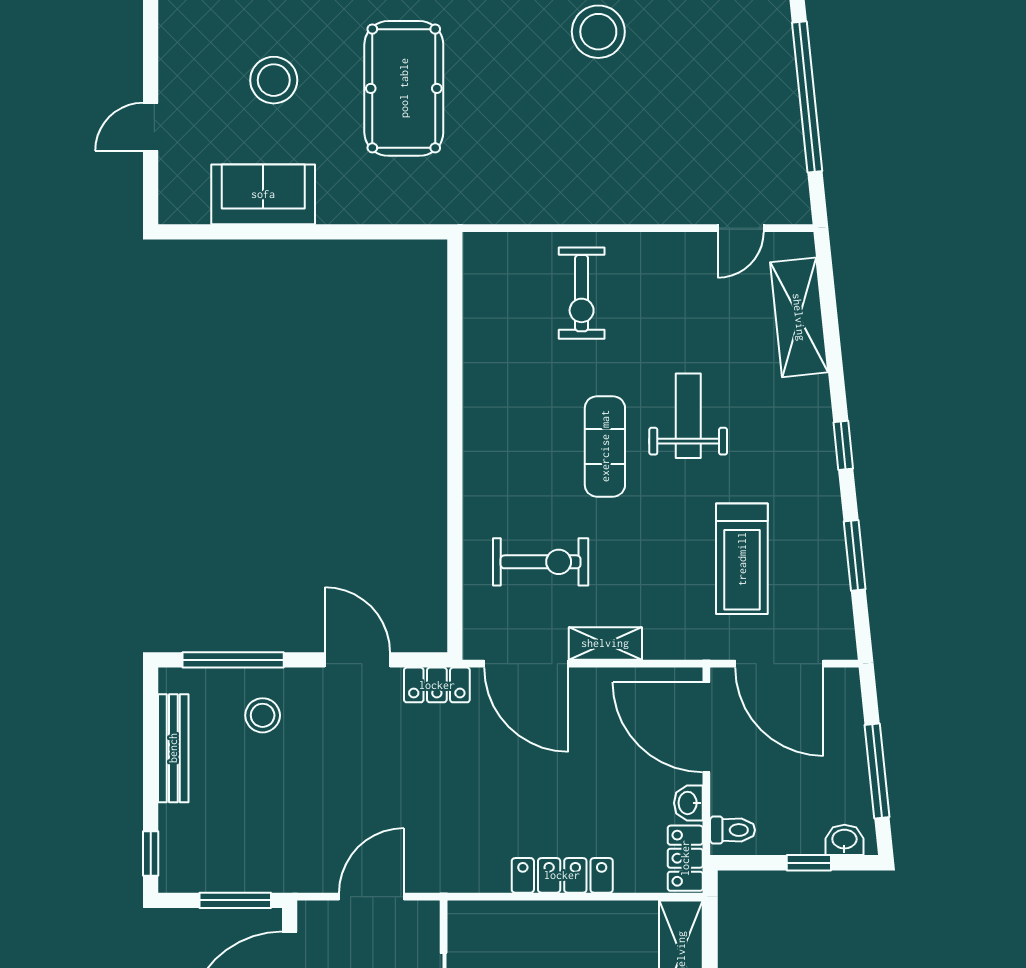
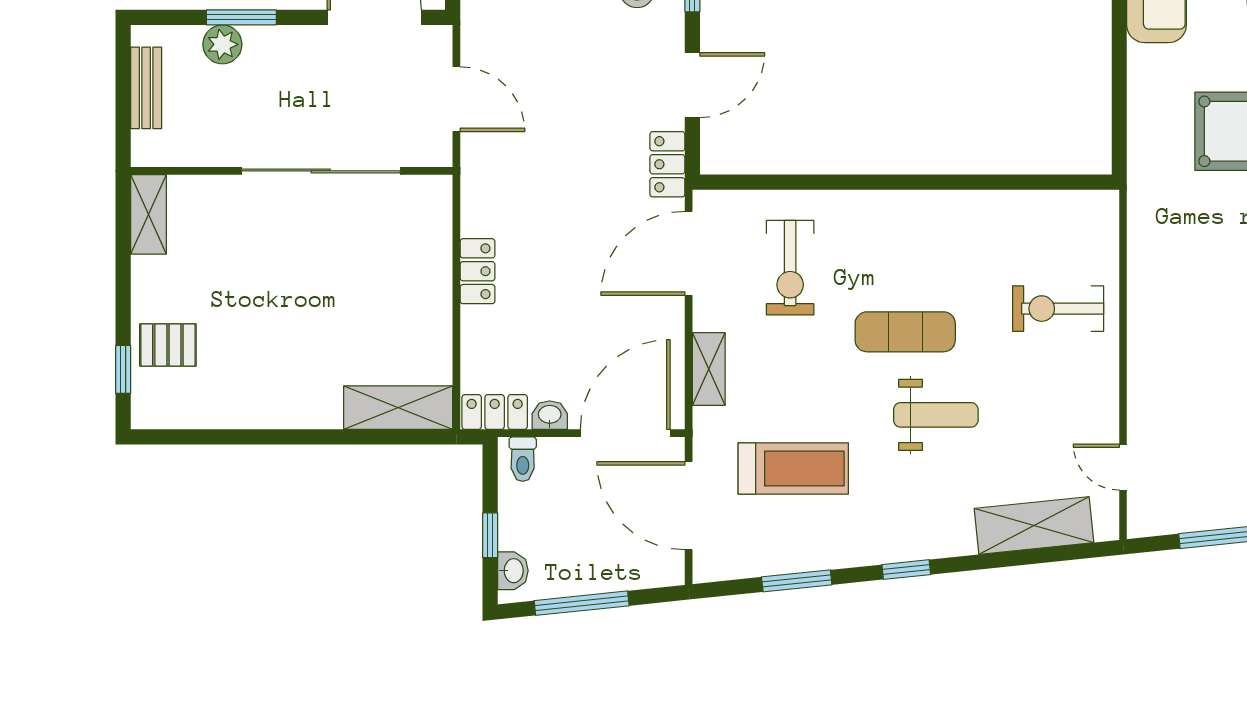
treadmill: (742, 559) -> (793, 469), turned 180
shelving: (605, 643) -> (709, 369), moved
door: (779, 664) -> (689, 506), hinge flipped
locker: (562, 875) -> (477, 271), width x0.66

